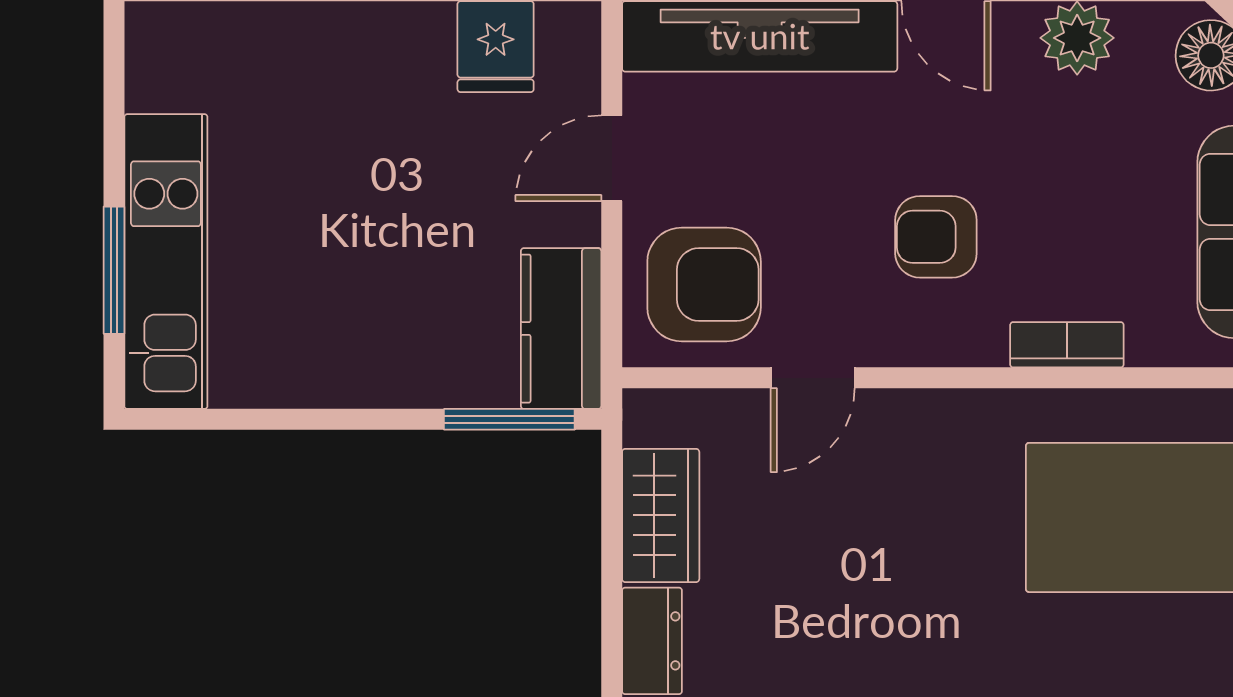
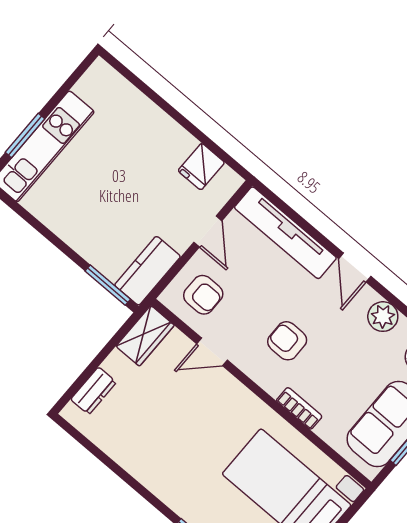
door: (612, 158) -> (208, 232), swing flipped
armchair: (704, 285) -> (203, 295), width x0.72, depth x0.72
wardrobe: (661, 515) -> (145, 336), moved

